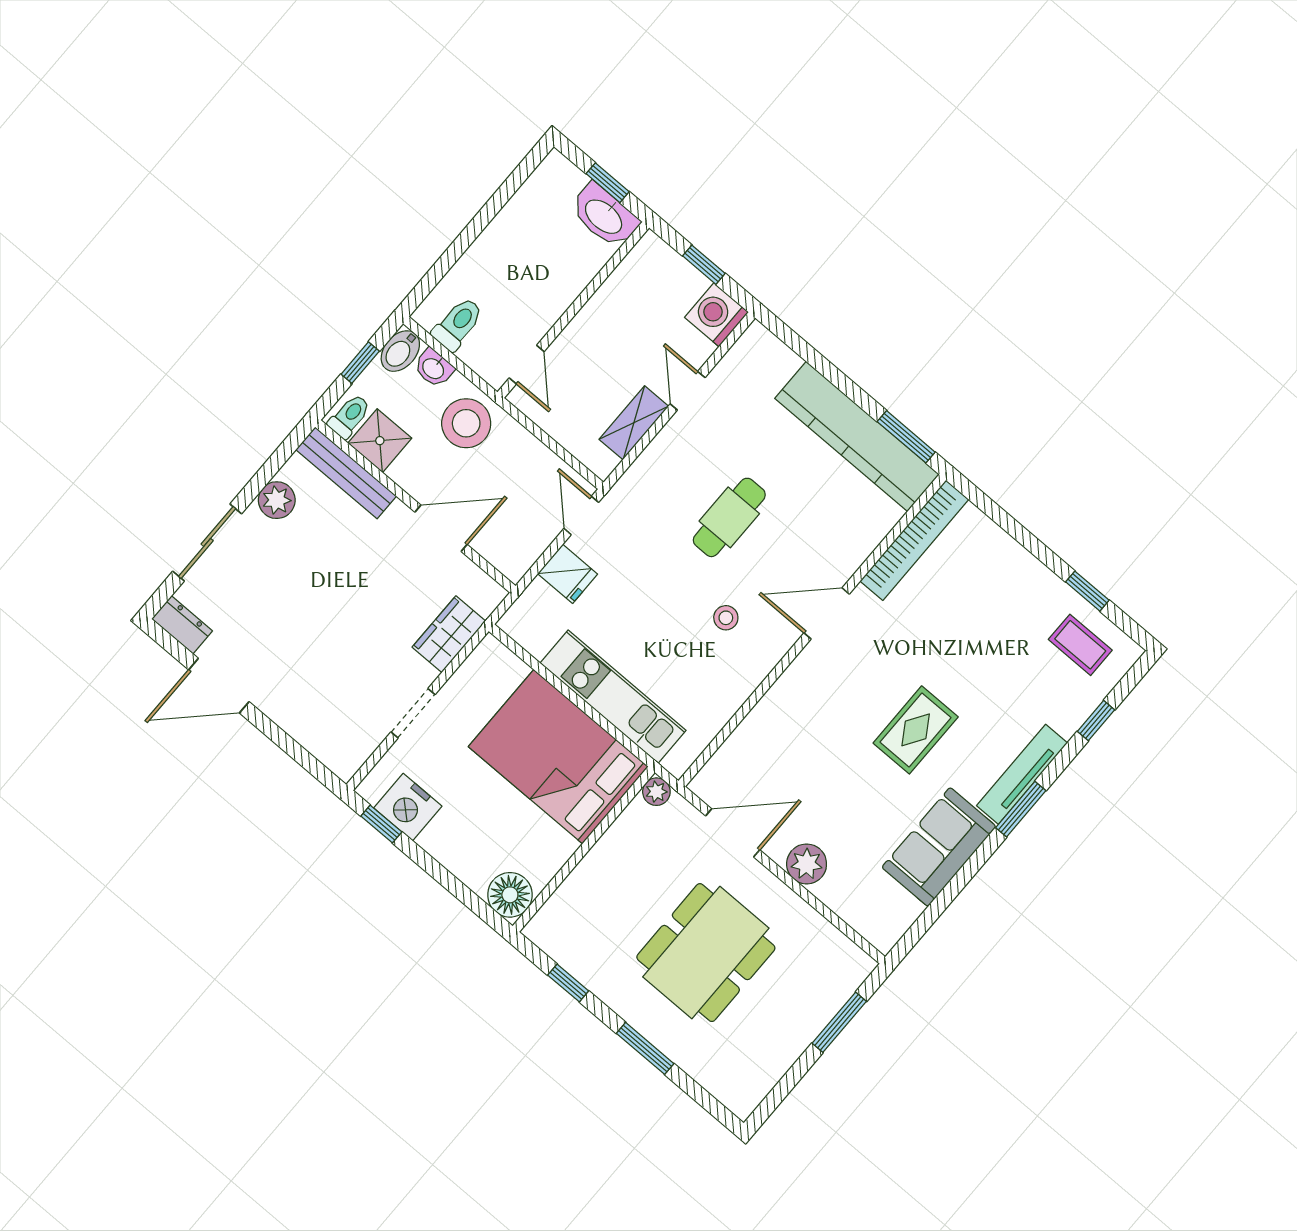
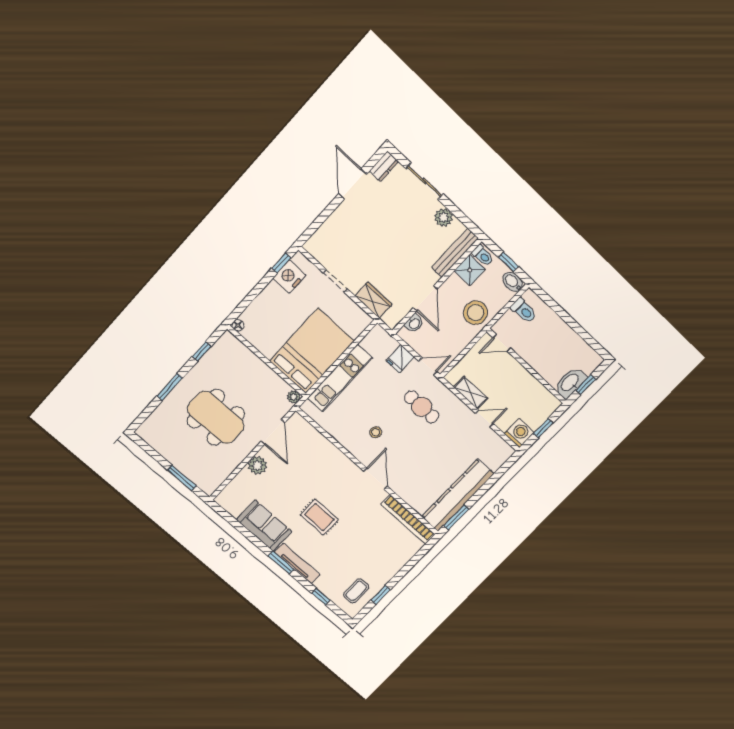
washbasin: (434, 368) -> (414, 323), moved, turned 180
cafe table: (729, 517) -> (422, 407), moved
floor lamp: (510, 895) -> (238, 325), width x0.53, depth x0.53

